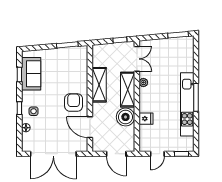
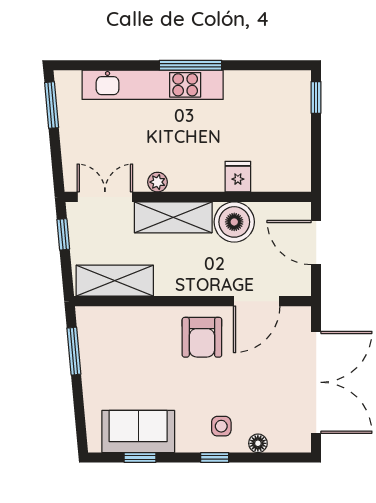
shelving: (99, 85) -> (115, 281), moved
armchair: (74, 102) -> (202, 337), turned -90
kitchen unit: (187, 104) -> (153, 85), moved
door: (116, 154) -> (316, 243), swing flipped
door: (157, 154) -> (316, 151), removed

